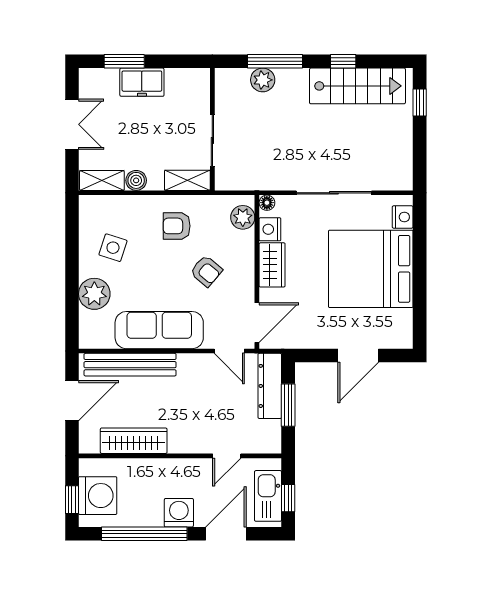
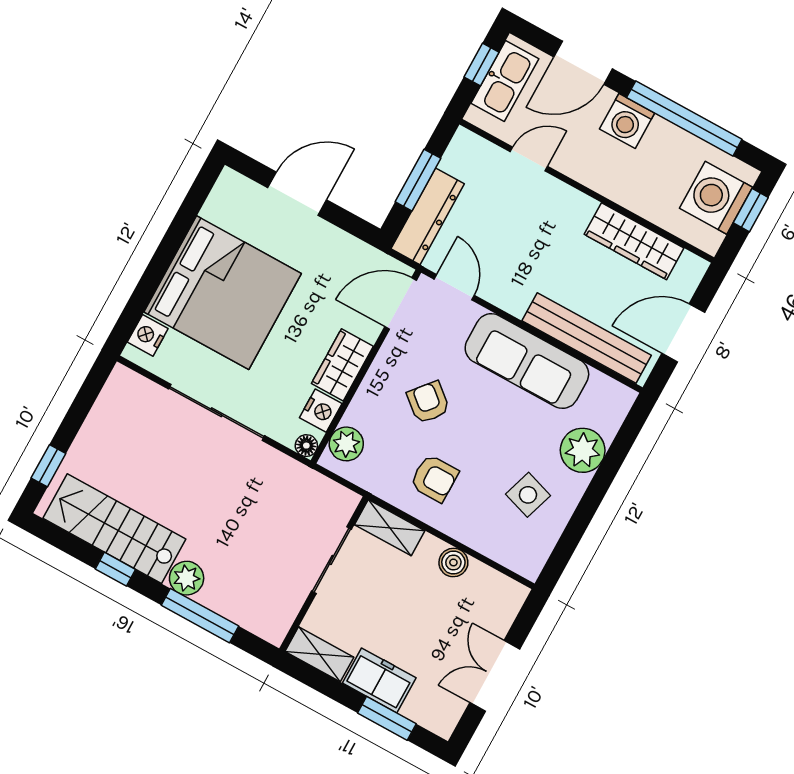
plant: (263, 80) -> (187, 578), moved
shelving: (102, 181) -> (319, 654), moved

